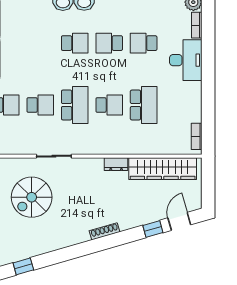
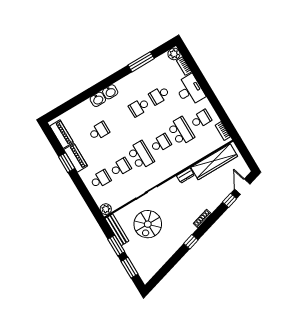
school desk: (75, 43) -> (99, 131), moved
school desk: (178, 105) -> (201, 119), added
window: (23, 266) -> (191, 242), moved

